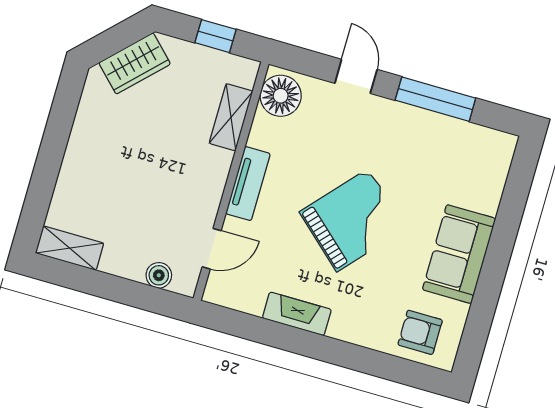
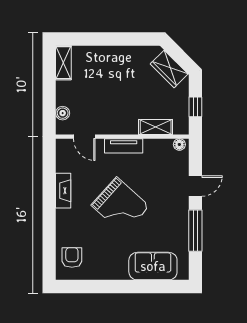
floor lamp: (281, 96) -> (179, 144), width x0.53, depth x0.53
sofa: (459, 254) -> (153, 266), moved

